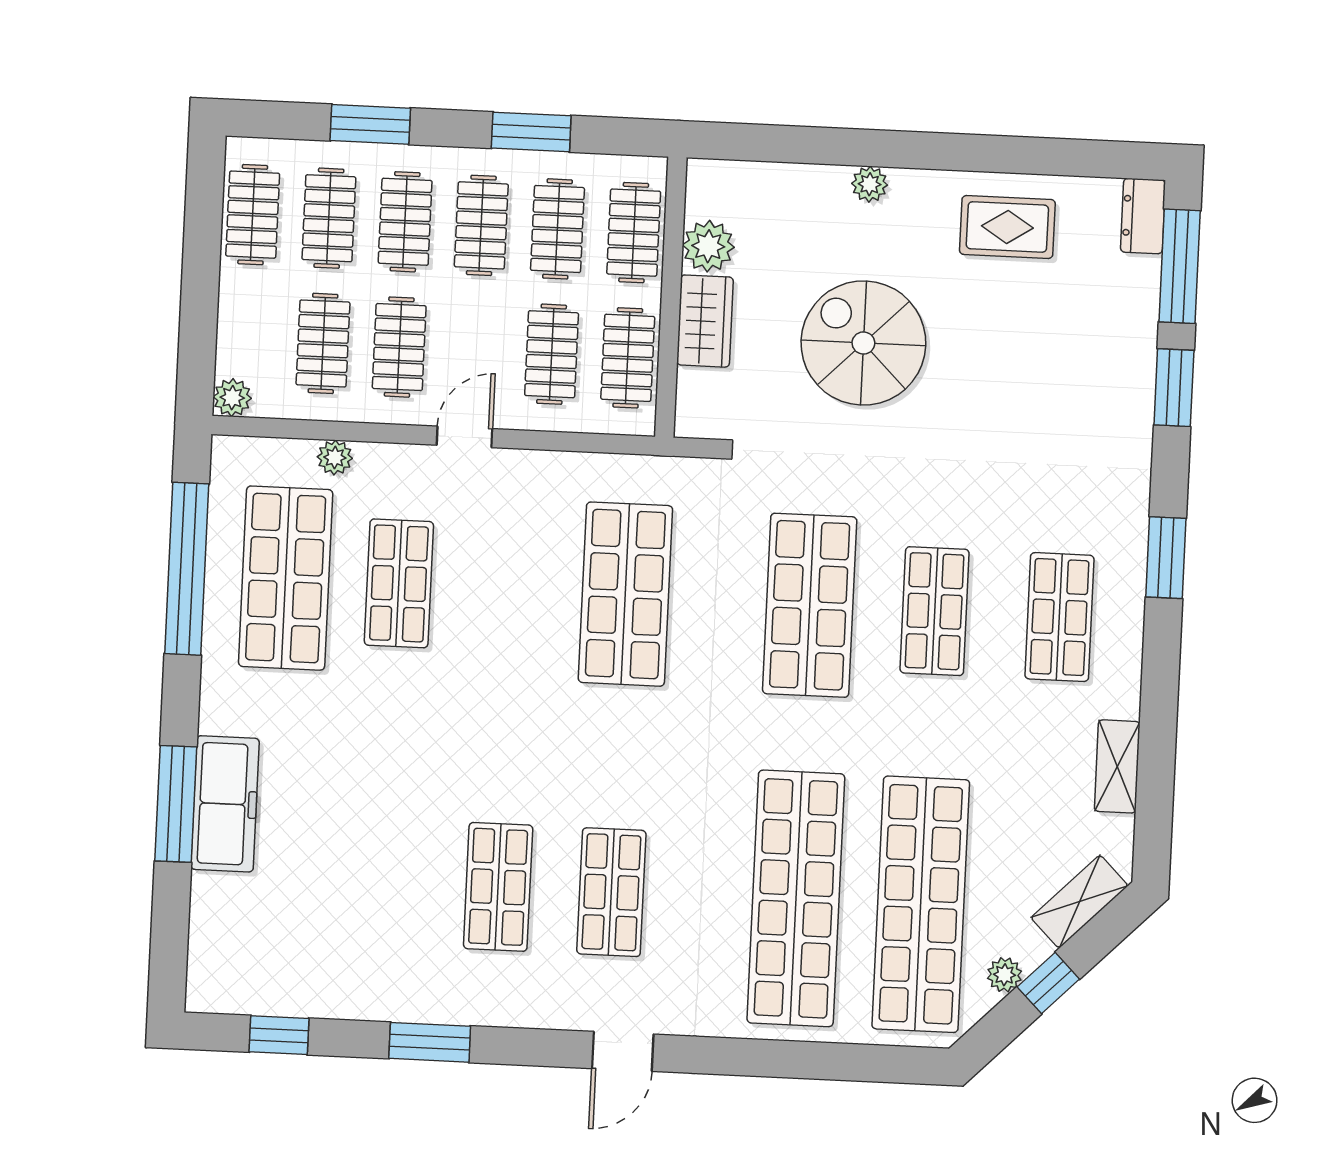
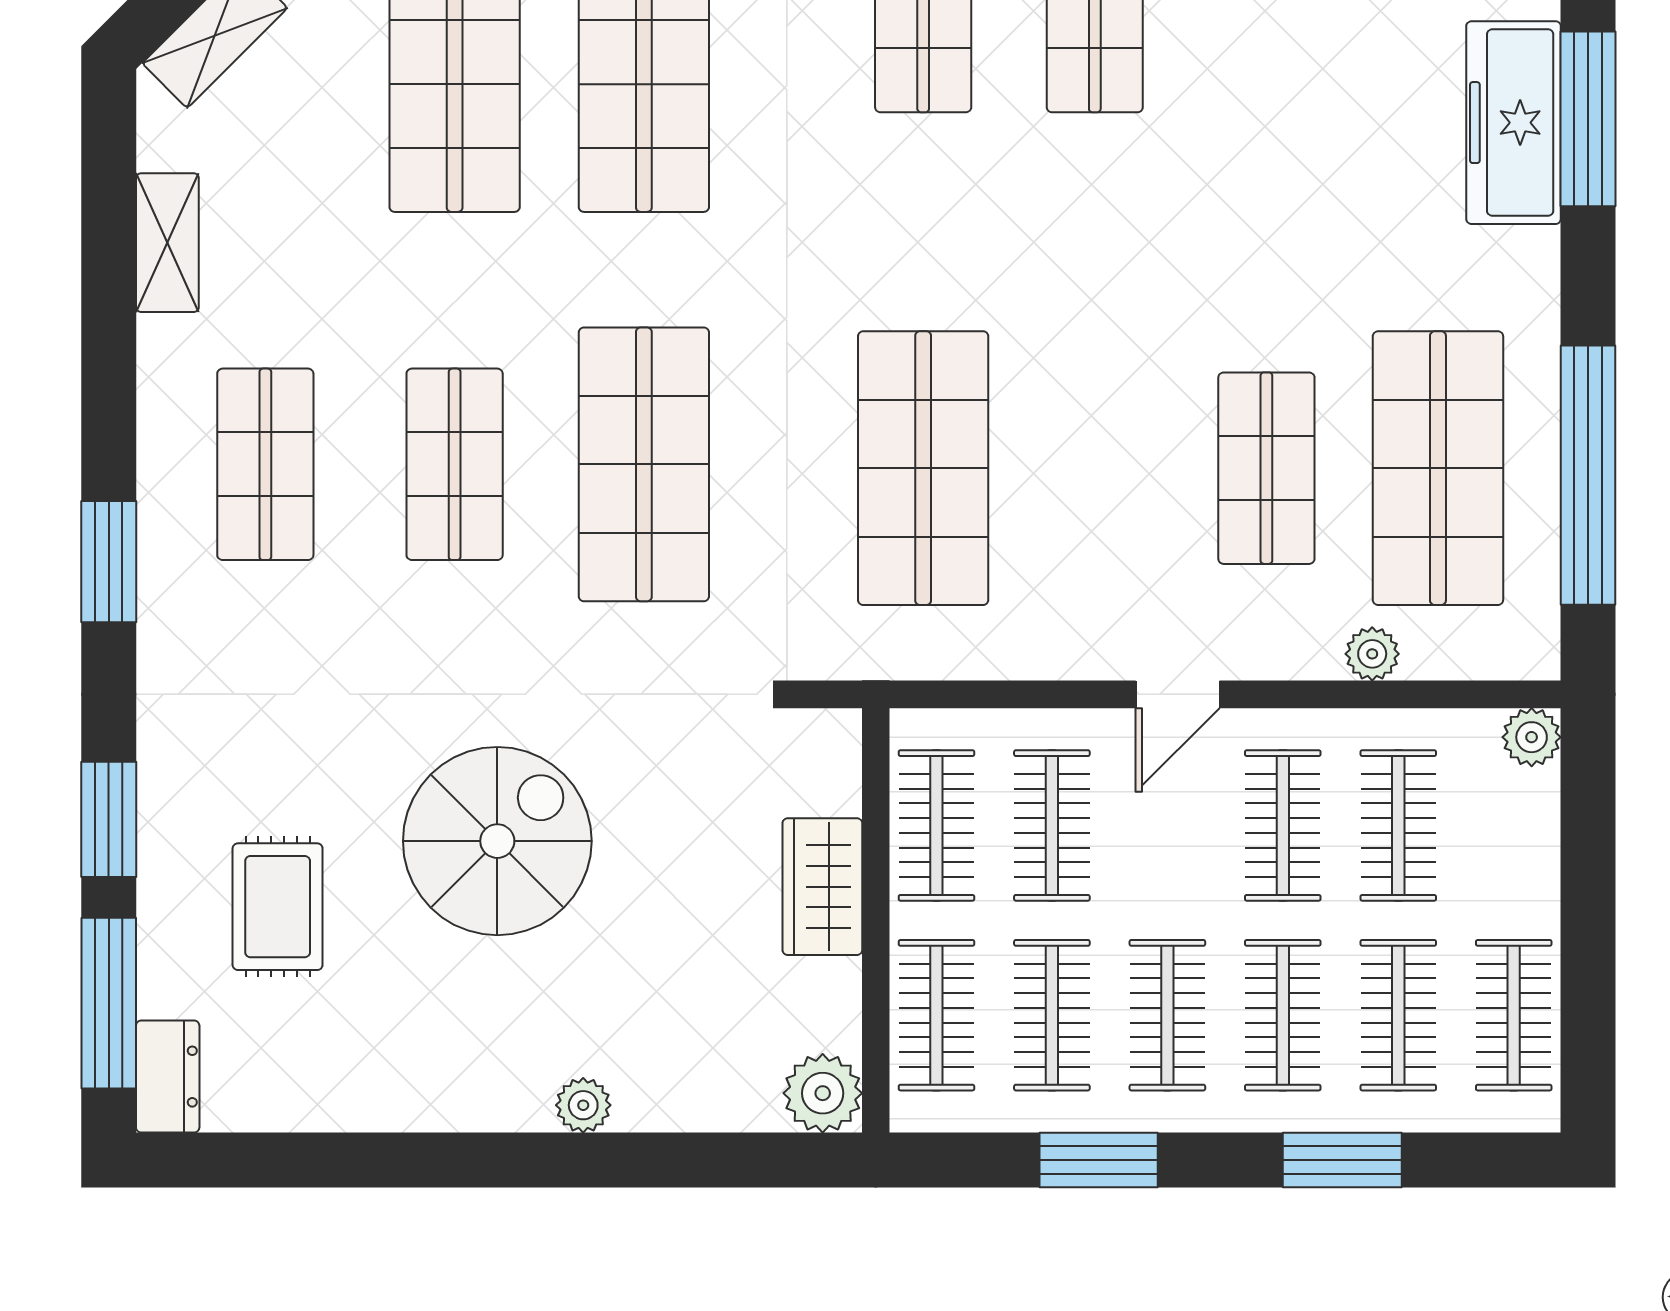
rug: (1007, 227) -> (278, 907), moved, turned 90
plant: (708, 246) -> (823, 1093), moved
spiral stairs: (863, 343) -> (497, 841), moved, turned -90

